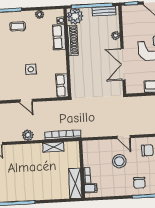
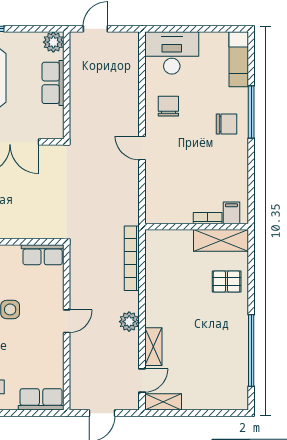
door: (124, 137) -> (142, 148), swing flipped
shelving: (53, 147) -> (153, 347), moved
stool: (119, 161) -> (185, 158), removed
pallet: (53, 187) -> (227, 282), added

